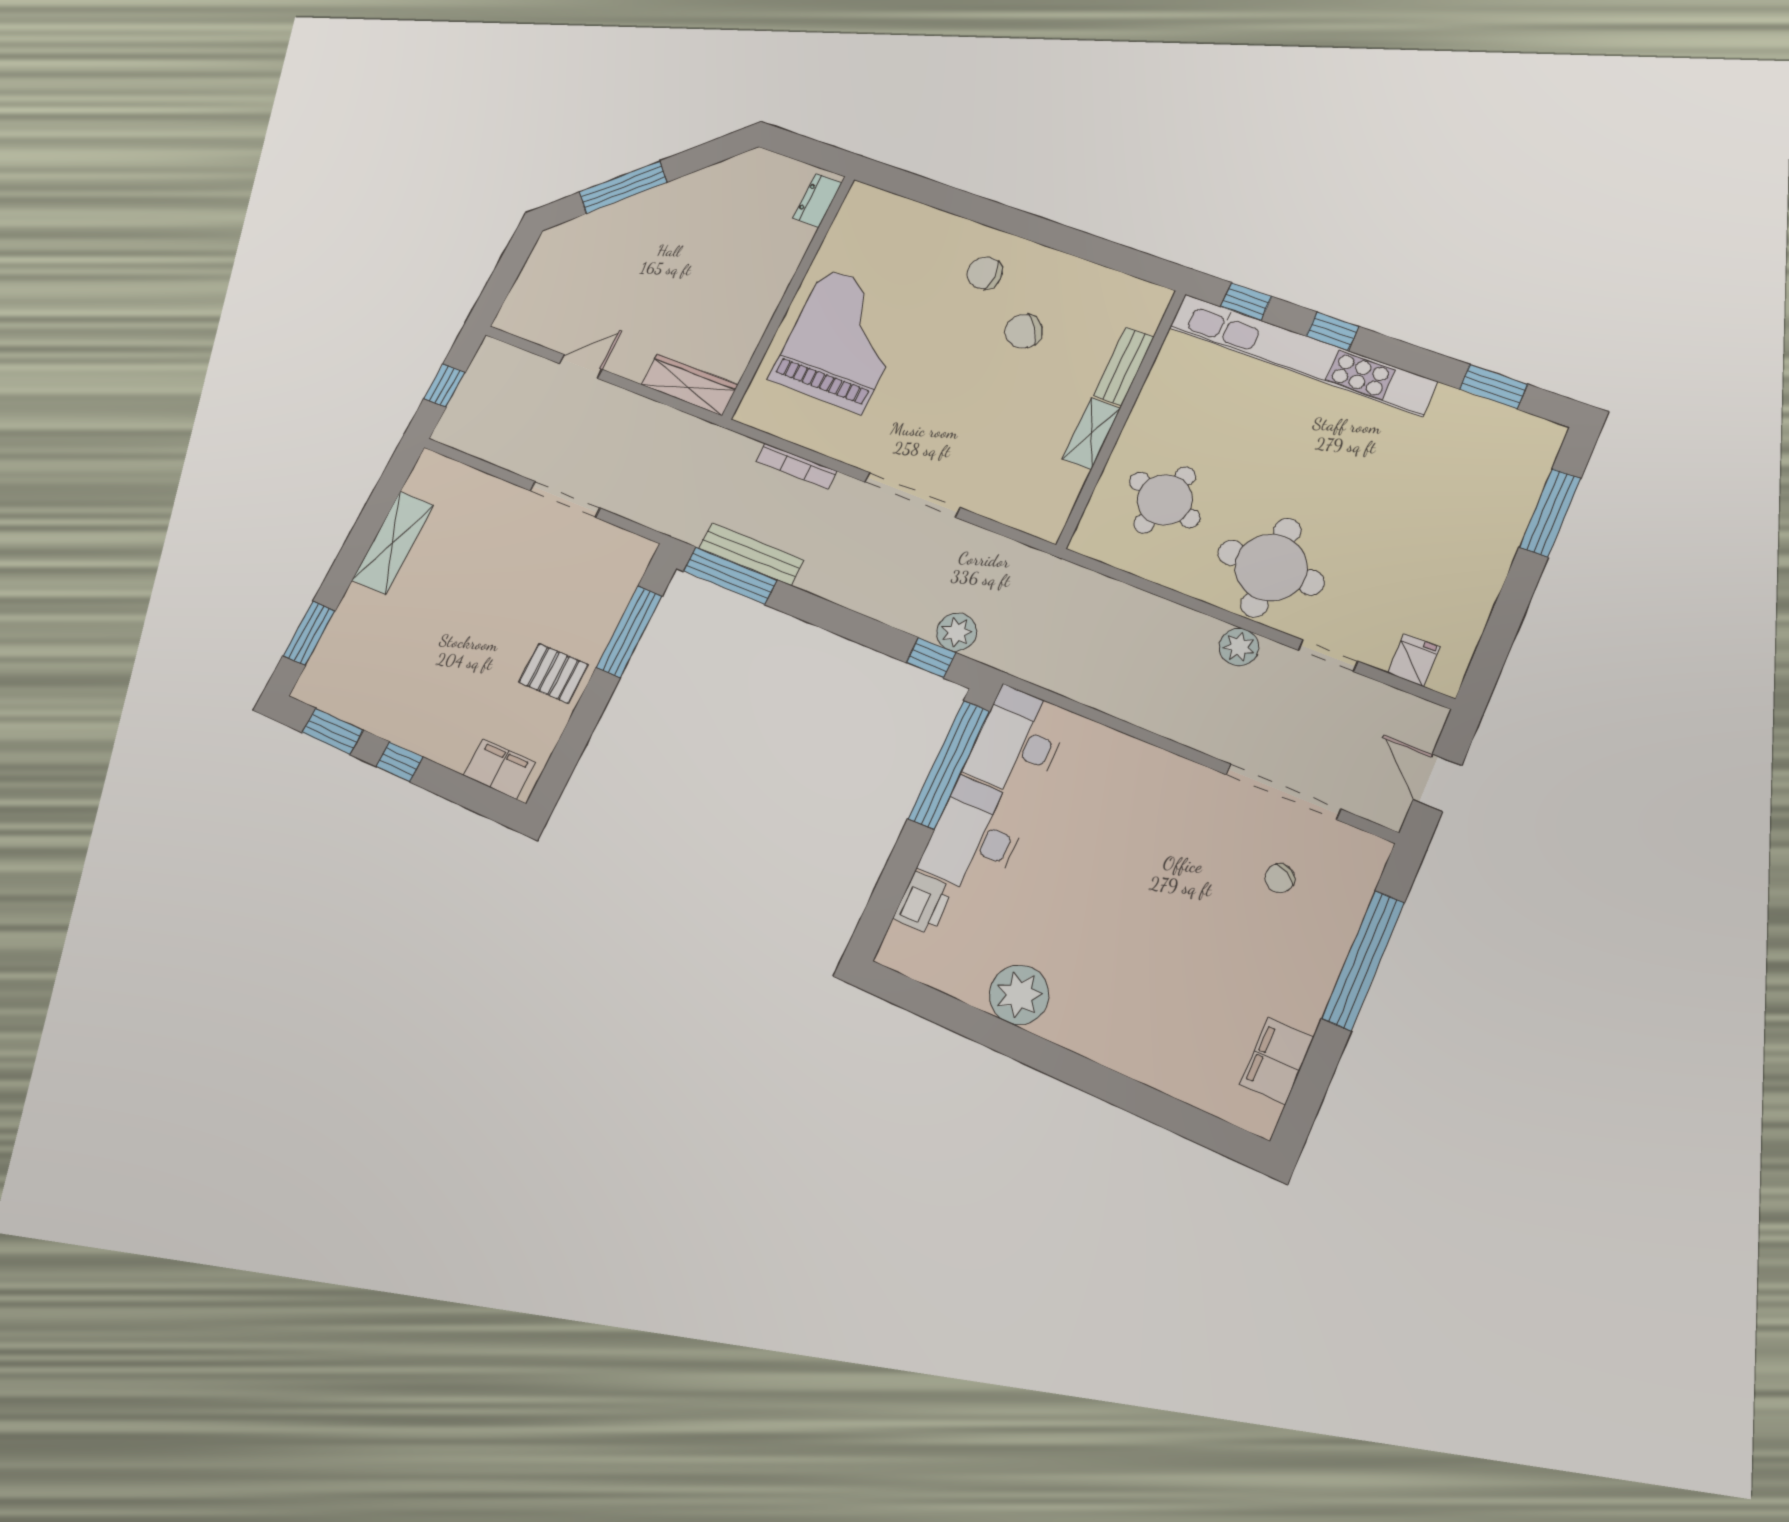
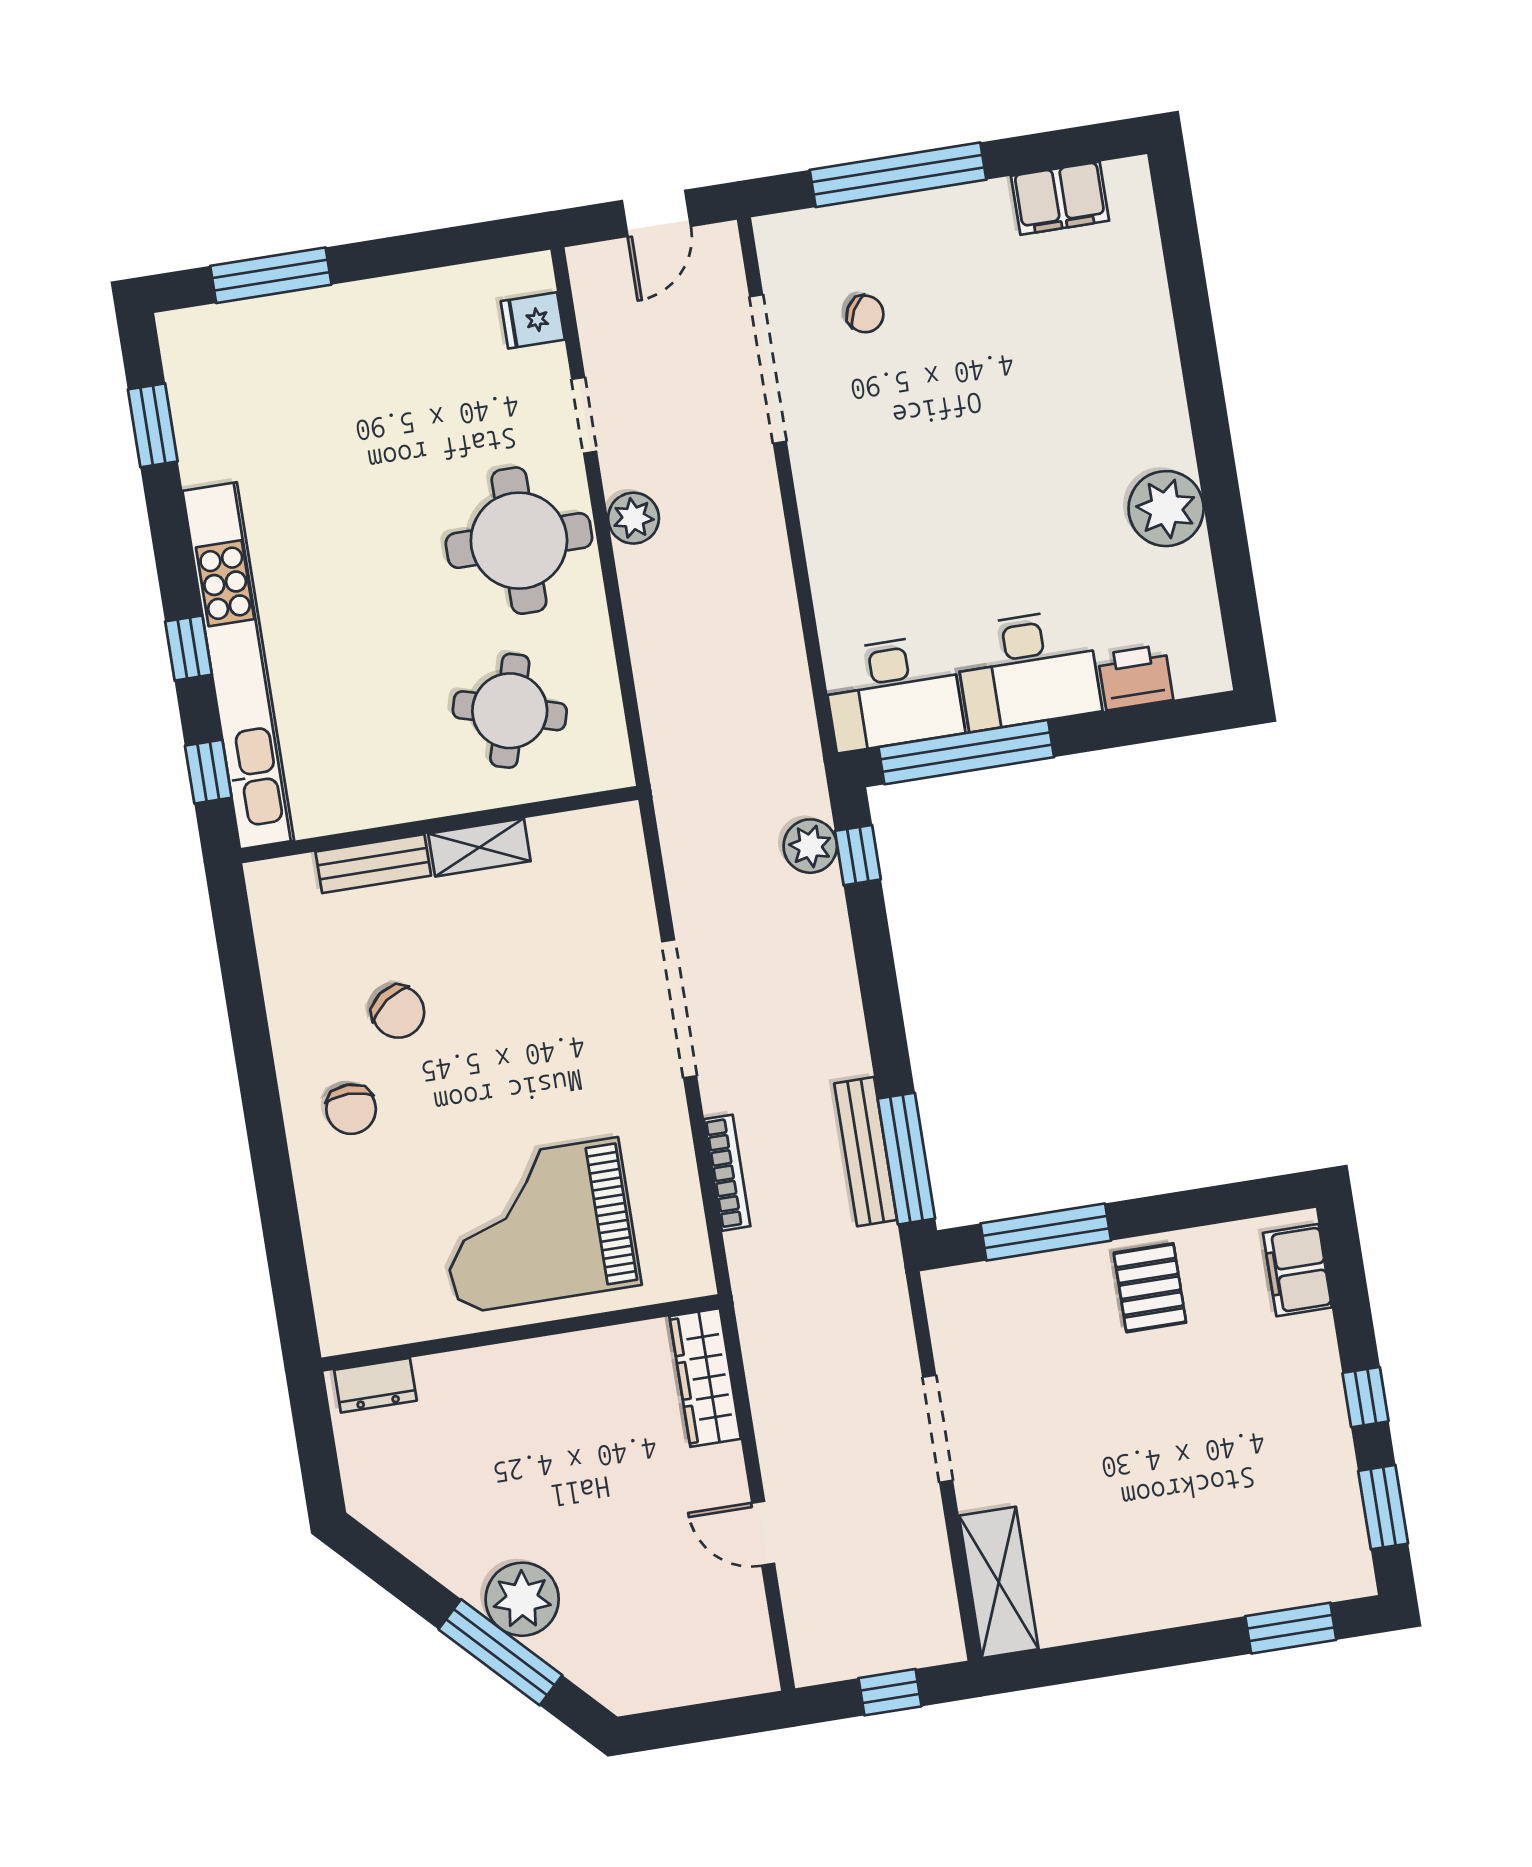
plant: (643, 215) -> (522, 1599), added
shelving: (393, 543) -> (999, 1582), moved, turned 90

